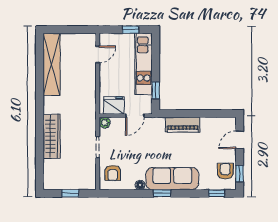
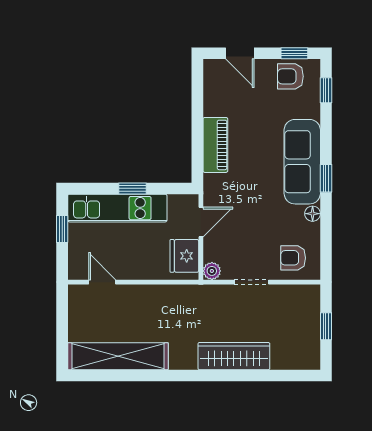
window: (156, 90) -> (132, 188), moved
door: (135, 116) -> (201, 222), hinge flipped
armchair: (113, 173) -> (293, 258), turned 180

